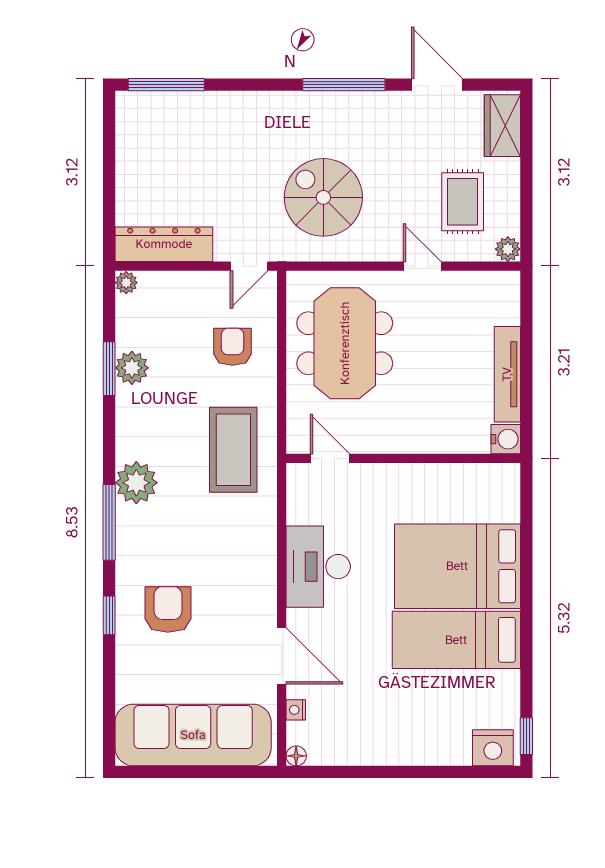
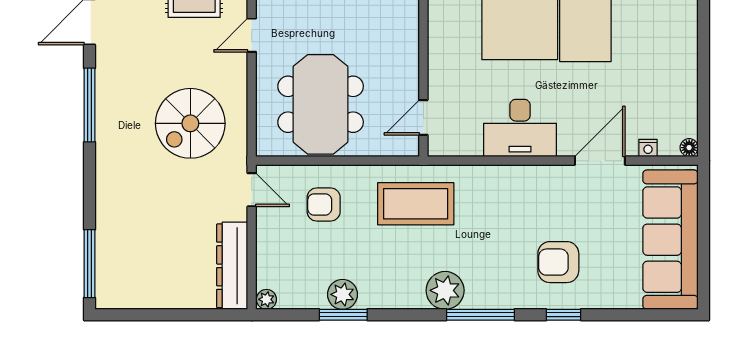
meeting table: (345, 343) -> (321, 104), turned 90

